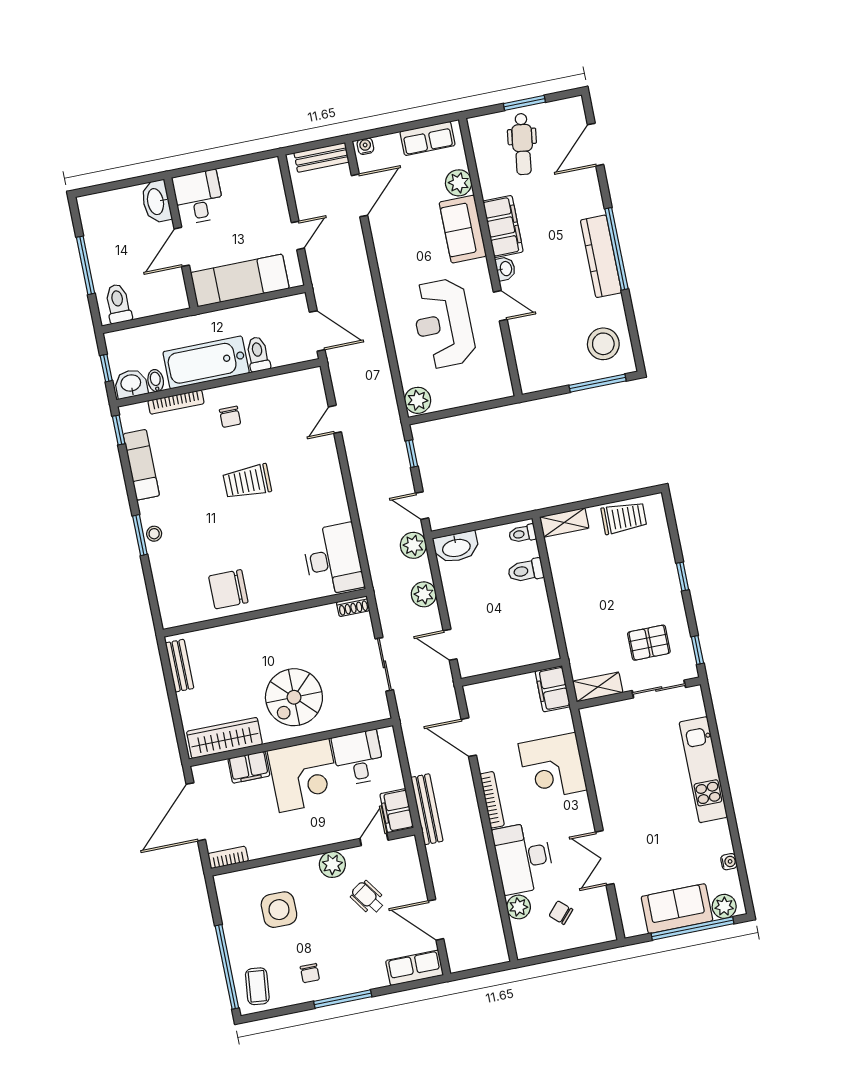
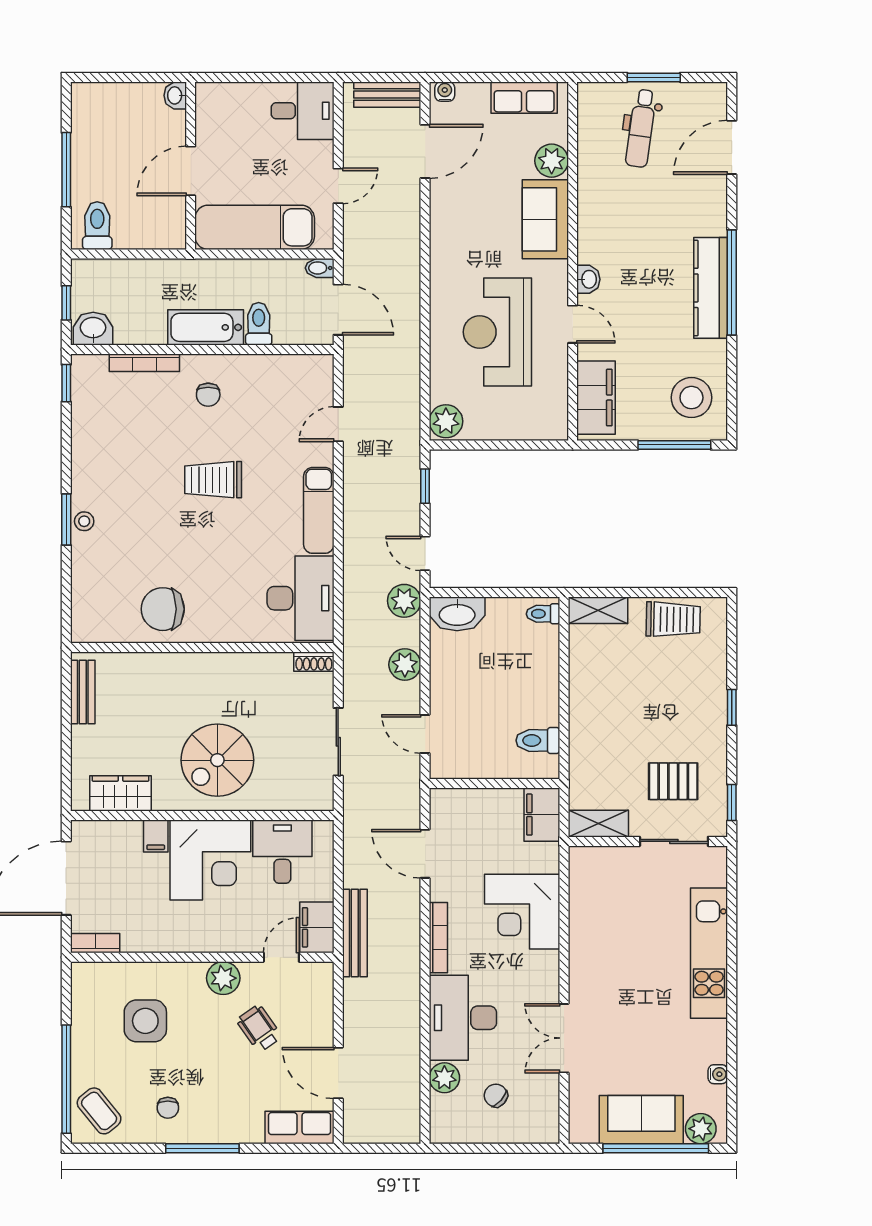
desk: (198, 197) -> (303, 111), moved, turned 90
washbasin: (156, 201) -> (175, 95), width x0.52, depth x0.69
filing cabinet: (503, 226) -> (596, 398), moved
bathtub: (206, 362) -> (206, 327), width x0.73, depth x0.73
bidet: (156, 381) -> (320, 268), moved, turned -90
exam couch: (141, 465) -> (319, 510), moved, turned 180
toilet: (526, 571) -> (538, 740), moved
wardrobe: (224, 738) -> (121, 793), width x0.67
filing cabinet: (249, 767) -> (156, 836), width x0.50
coffee table: (257, 986) -> (99, 1111), turned -45

